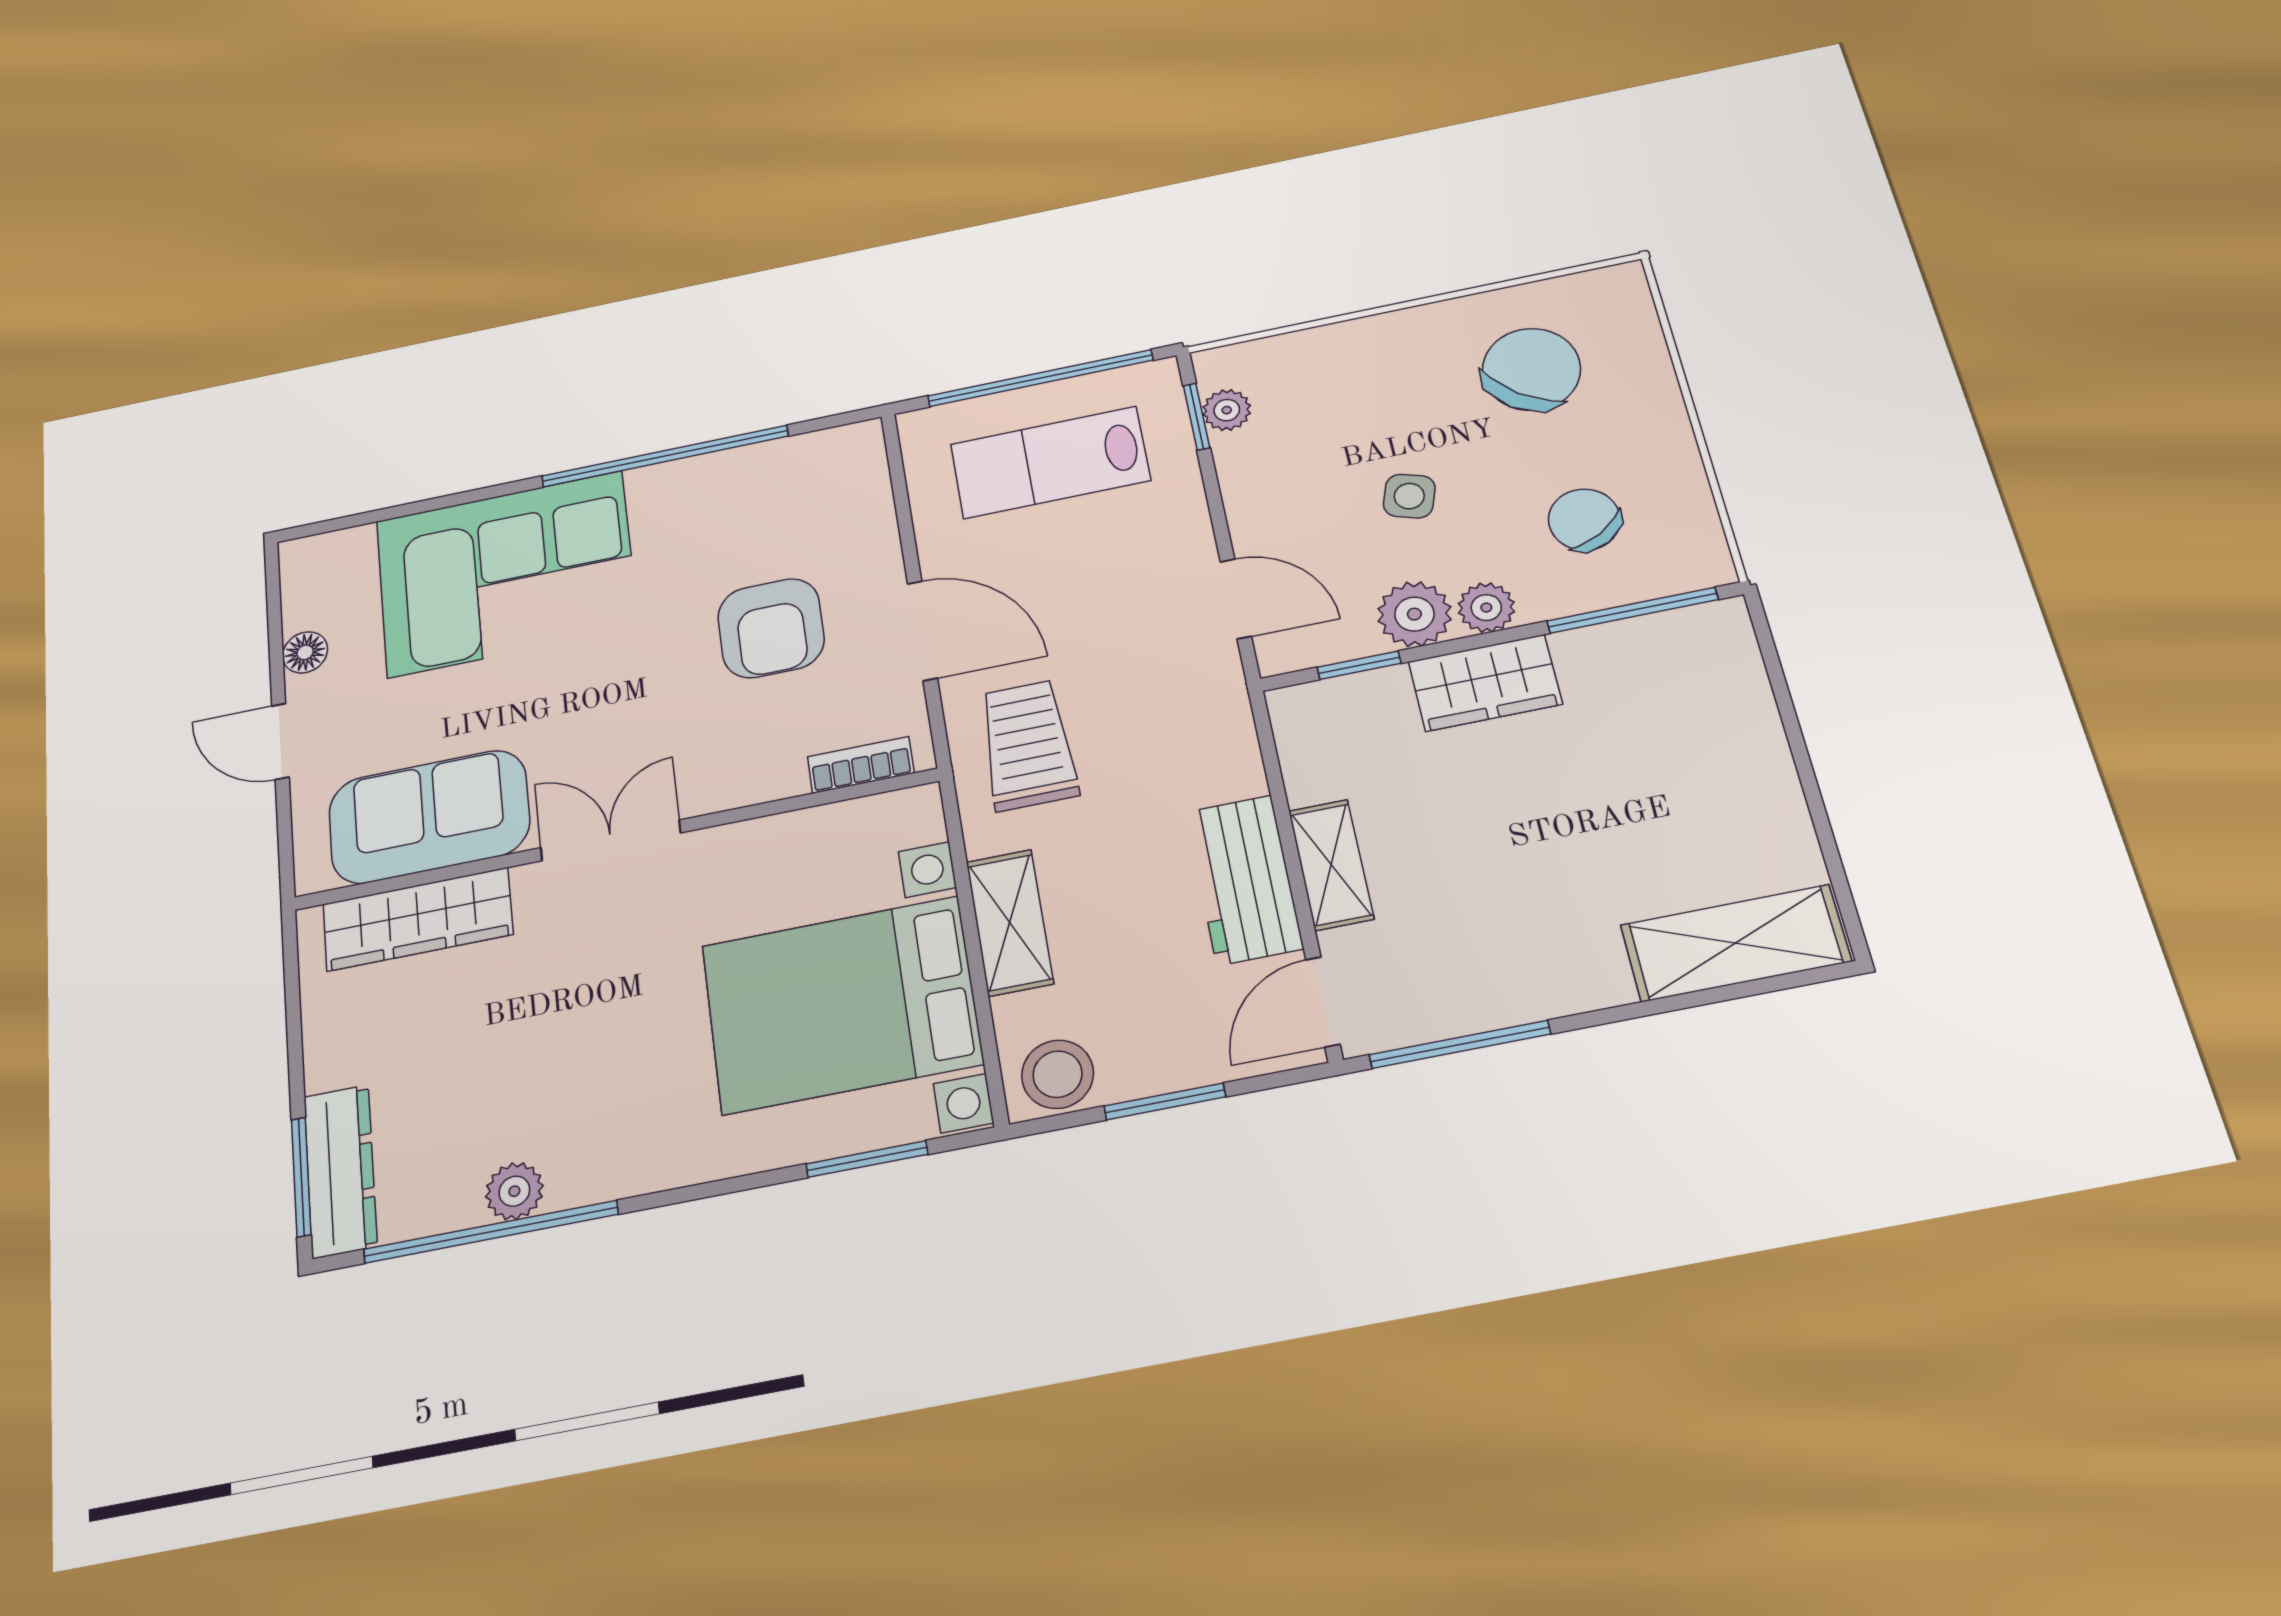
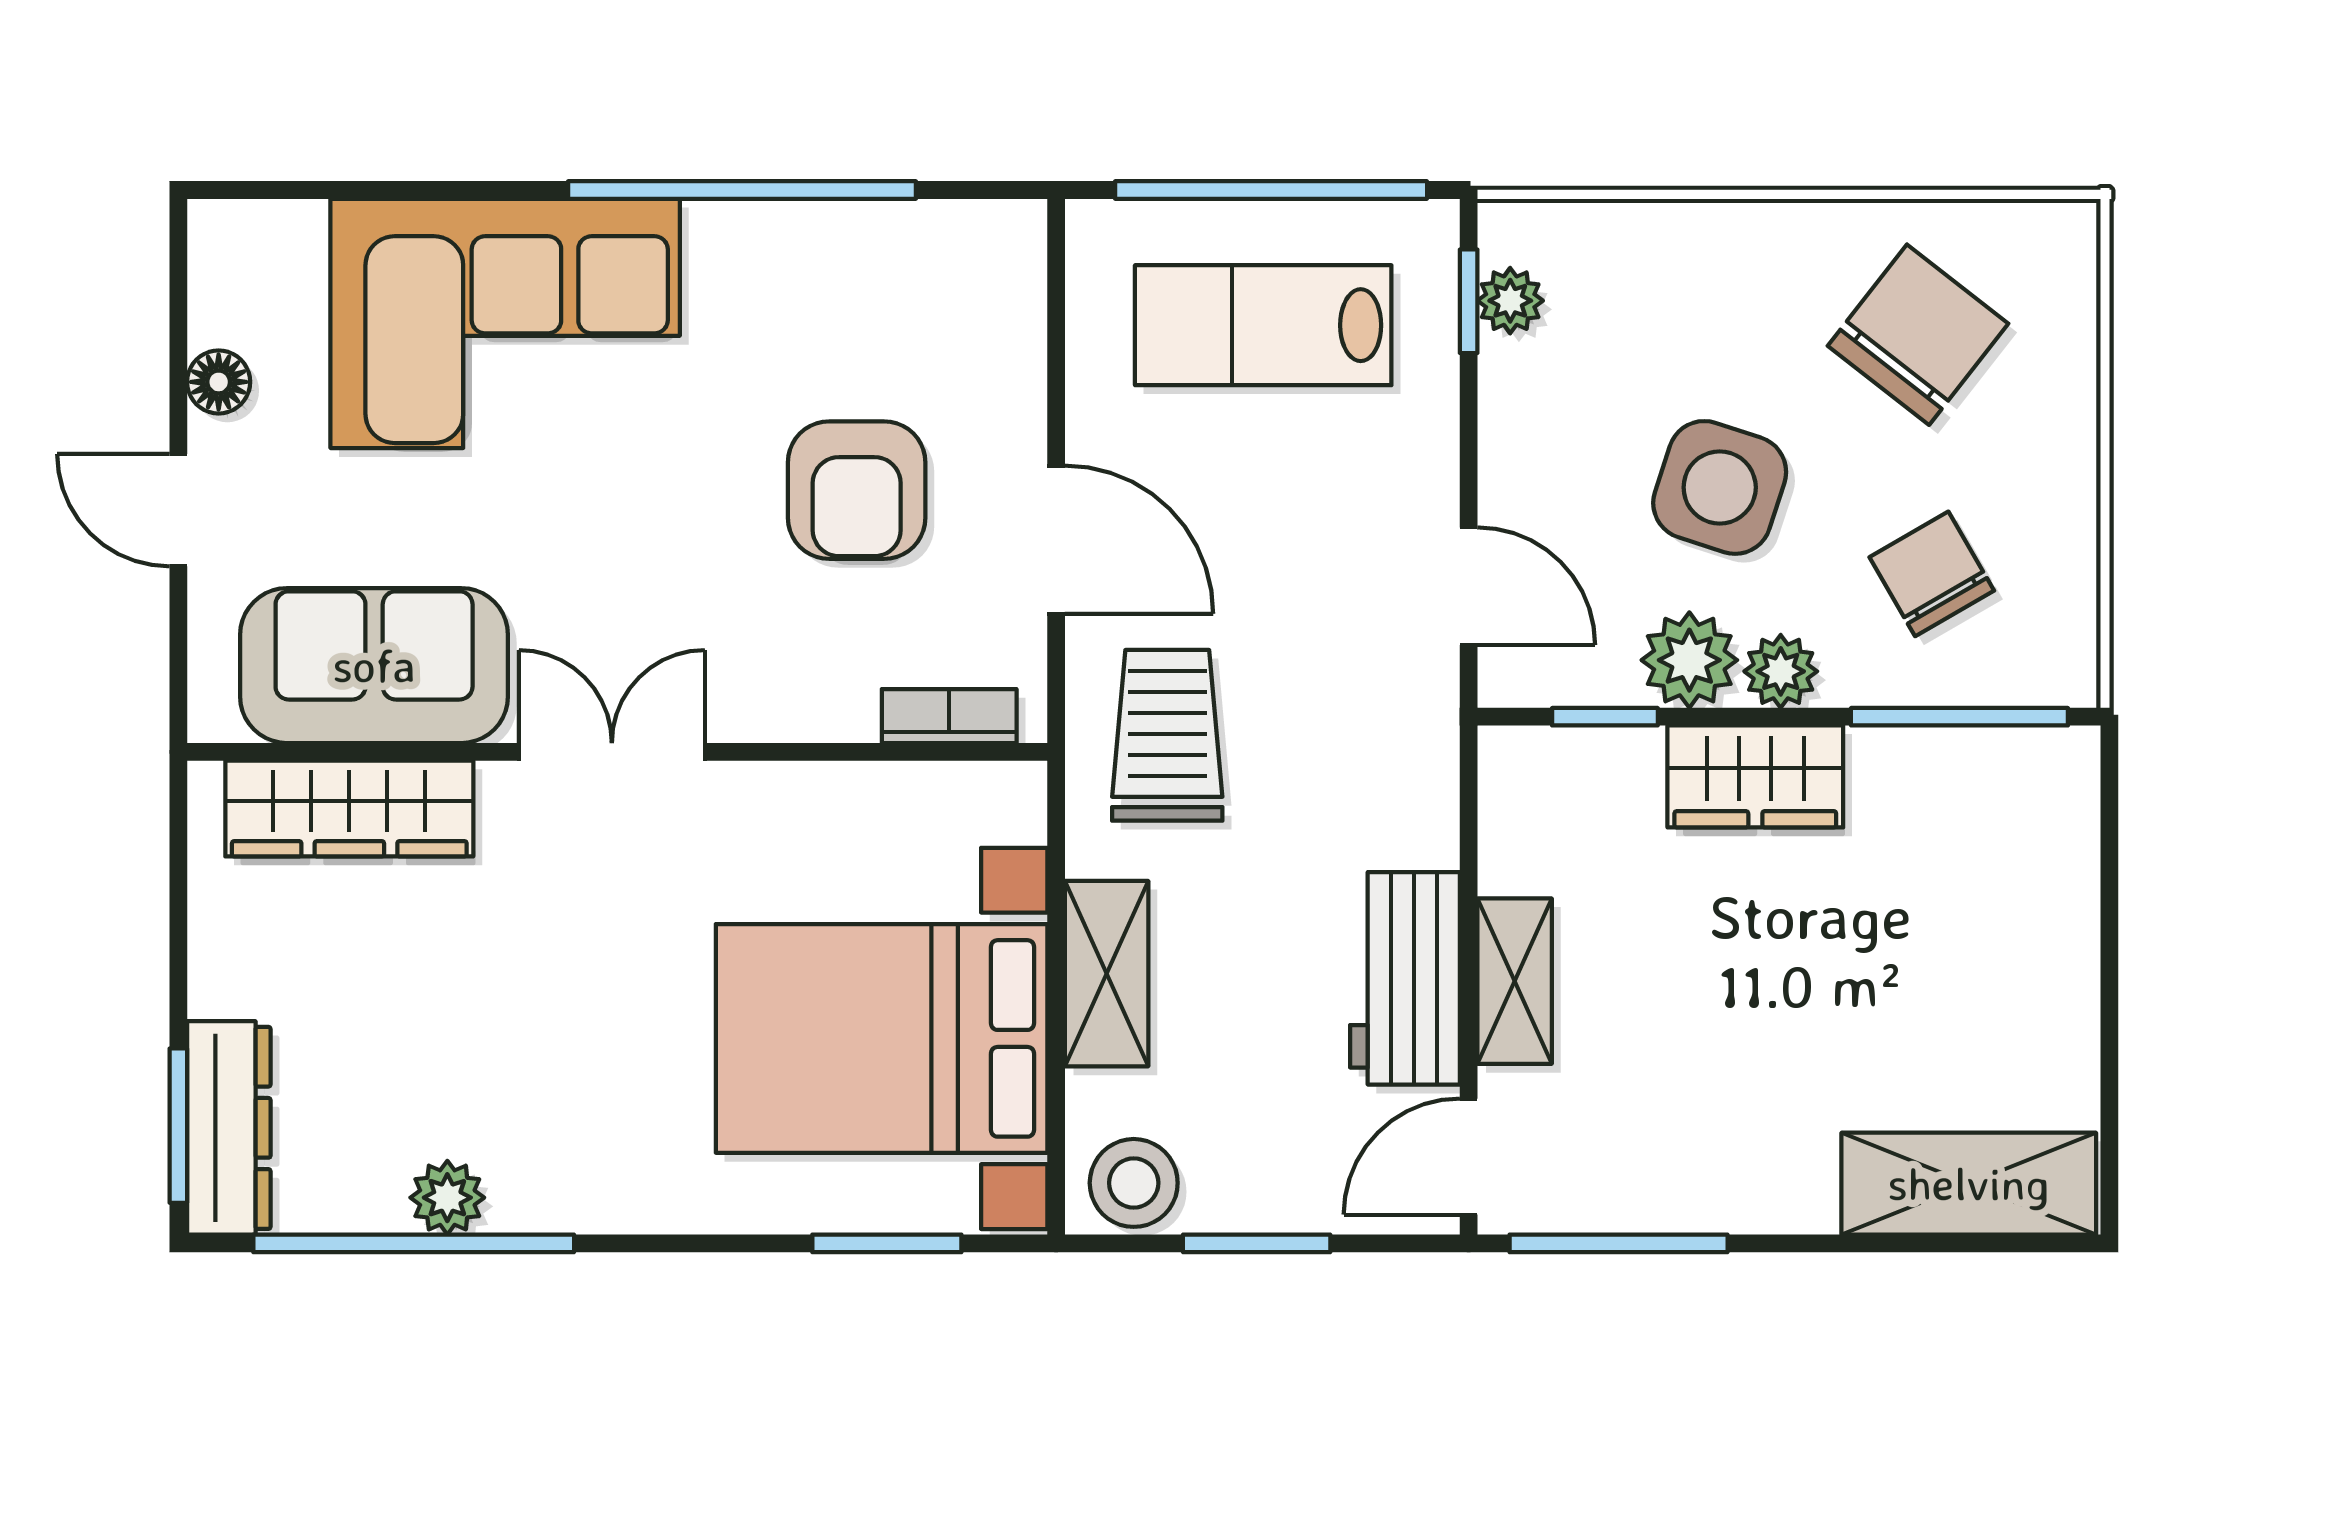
side table: (1409, 496) -> (1720, 487), width x1.87, depth x1.87

